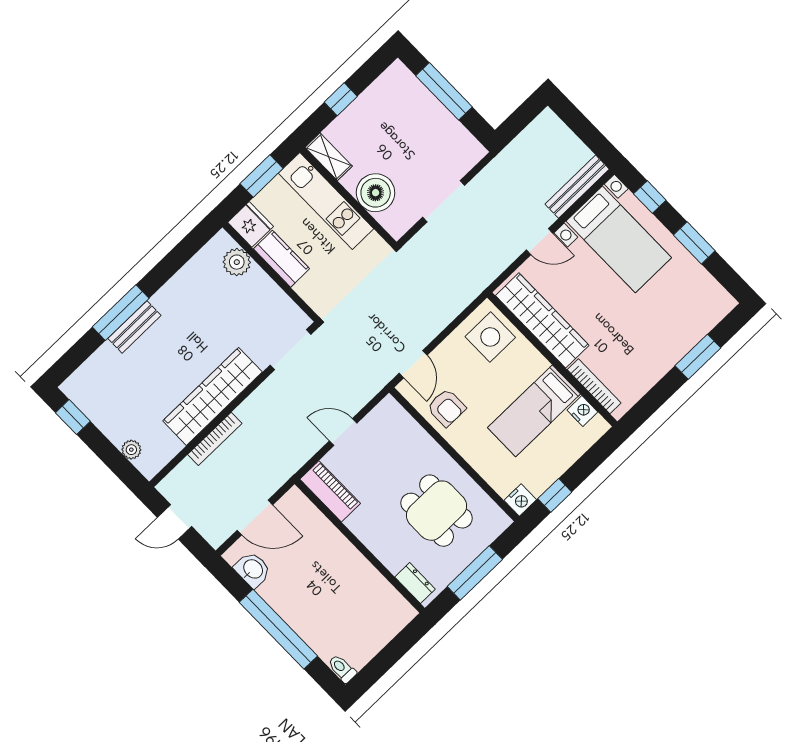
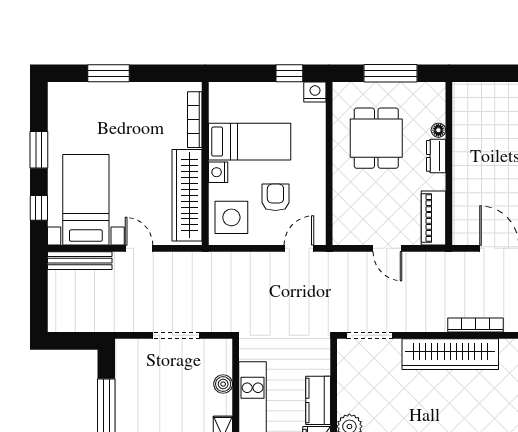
boiler: (376, 193) -> (223, 384), width x0.54, depth x0.54
armchair: (446, 408) -> (275, 197), moved
nightstand: (582, 411) -> (218, 172), moved
floor lamp: (393, 564) -> (438, 130), added
dresser: (415, 583) -> (436, 156), moved

